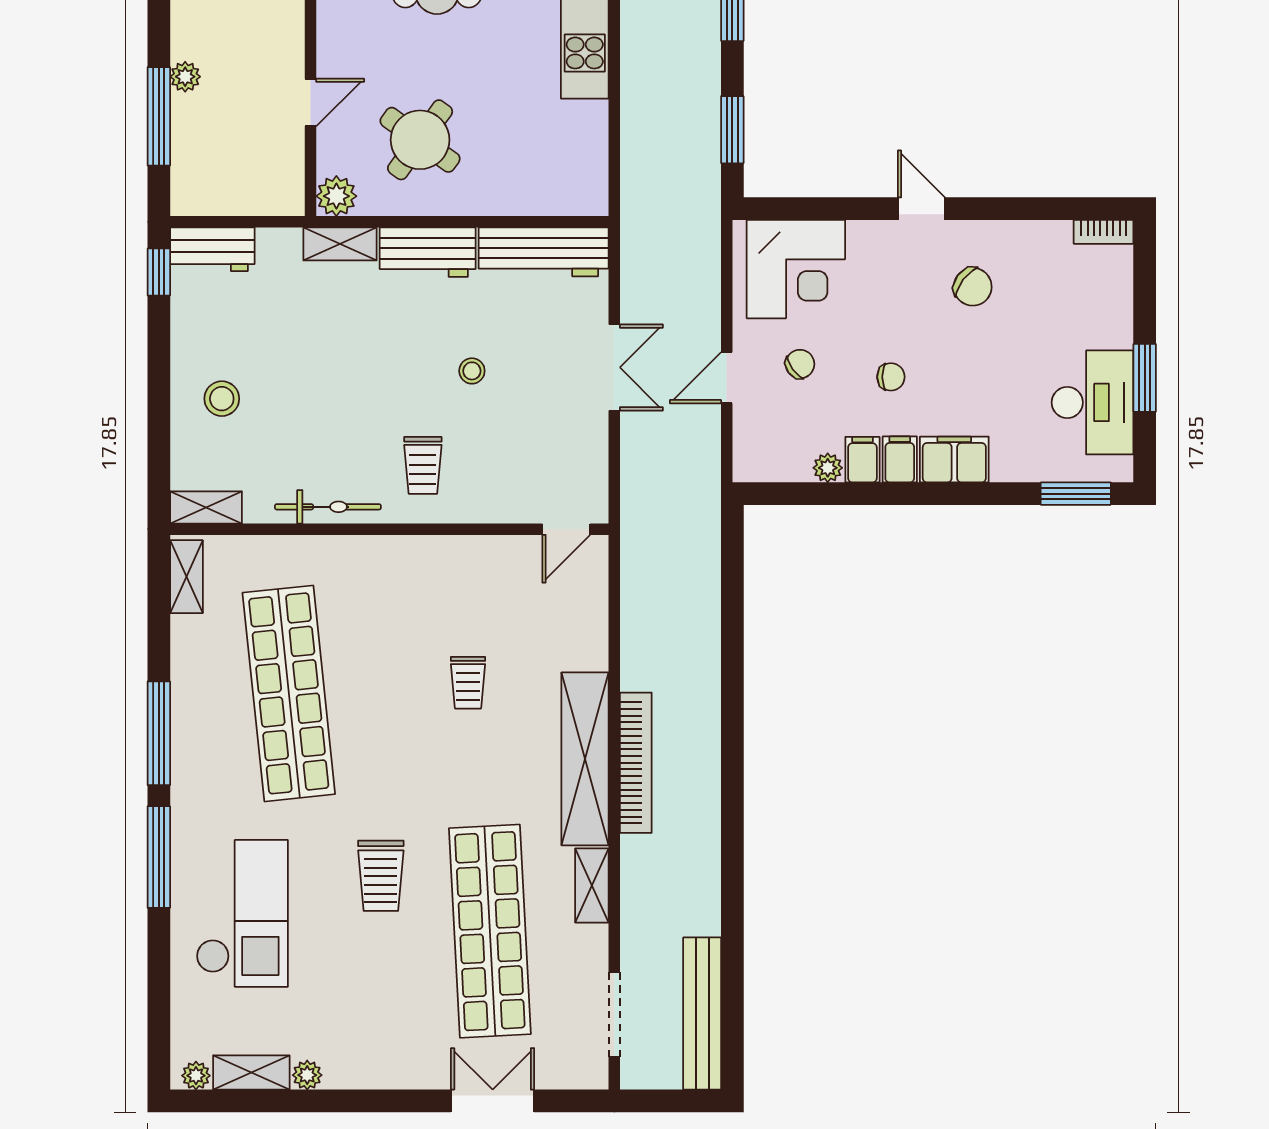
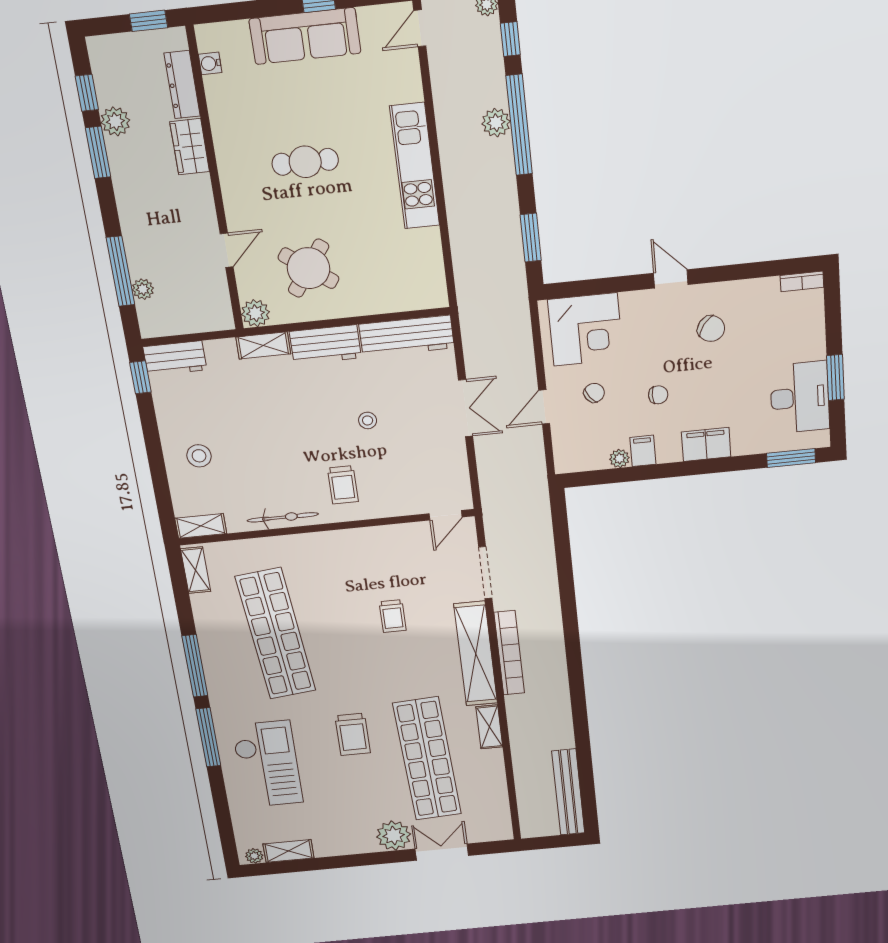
plant: (185, 77) -> (143, 289), moved
filing cabinet: (900, 459) -> (668, 448), removed
doorway: (614, 1014) -> (485, 573), moved
plant: (307, 1075) -> (394, 836), moved, width x1.87, depth x1.87

